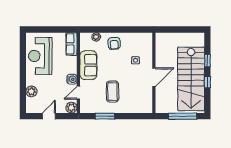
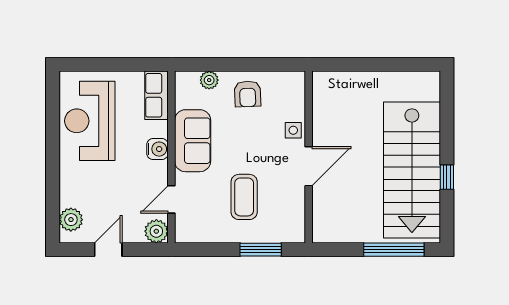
window: (207, 61) -> (447, 131), removed
wall: (154, 73) -> (309, 157), moved
door: (154, 77) -> (309, 166), moved
water cooler: (72, 79) -> (157, 149), moved
plant: (31, 91) -> (71, 220), moved
window: (105, 116) -> (261, 250), moved

